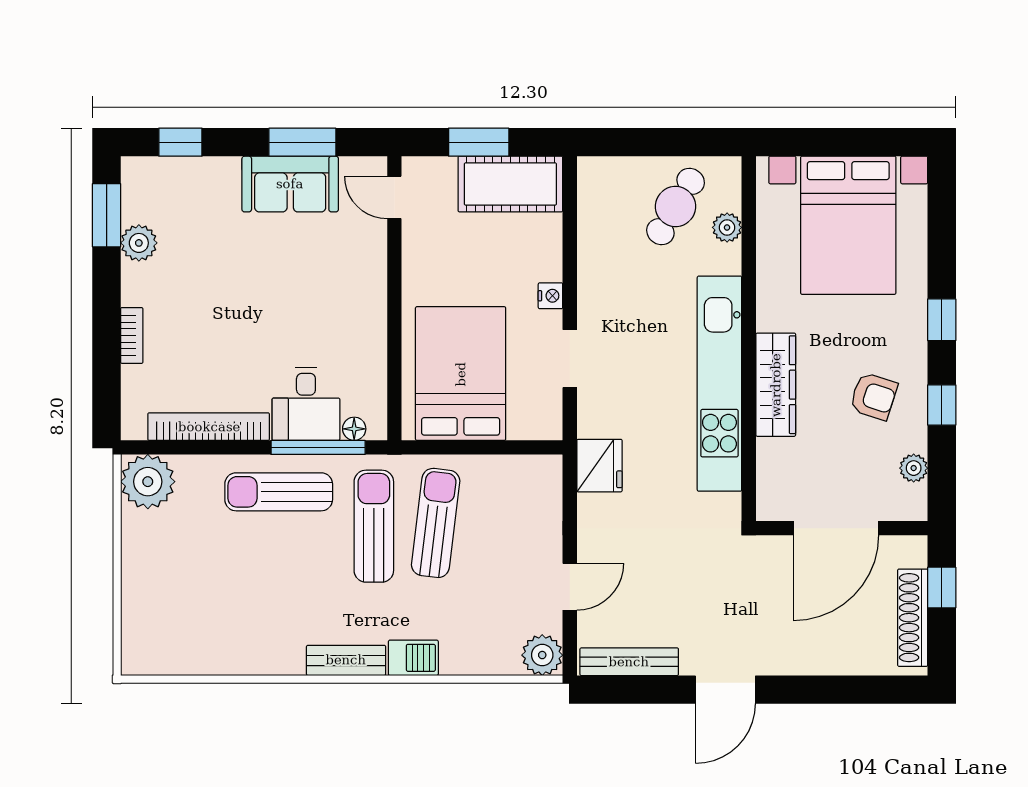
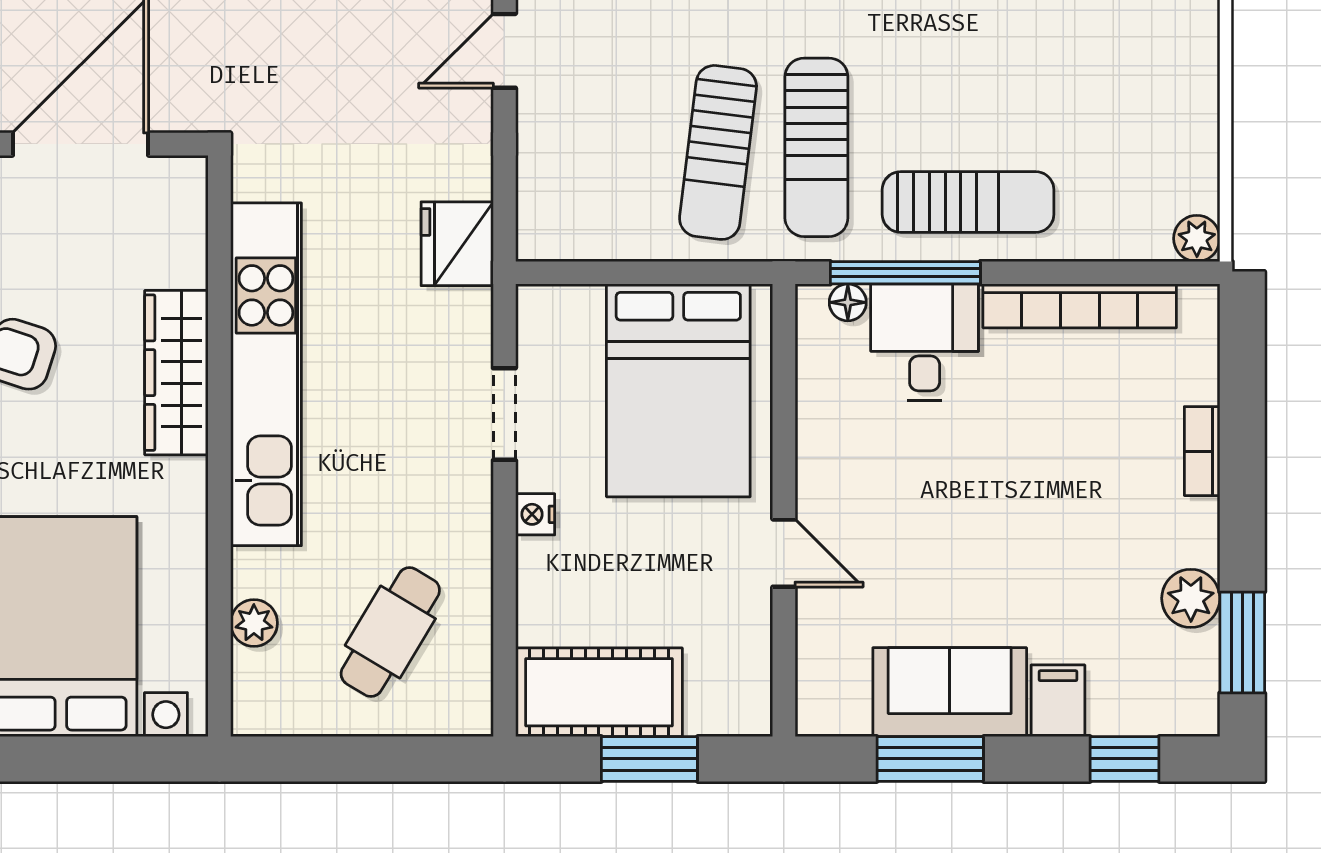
filing cabinet: (222, 179) -> (1058, 701), added
door: (394, 197) -> (784, 553), moved
cafe table: (676, 207) -> (390, 632), moved
plant: (148, 482) -> (1197, 238), width x0.53, depth x0.53

